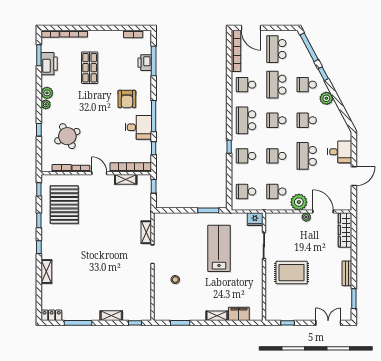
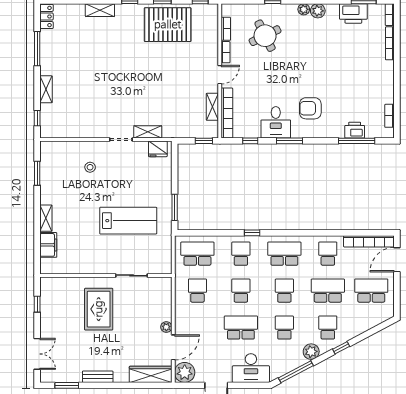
window: (309, 47) -> (296, 372), moved
shop shelf: (90, 68) -> (348, 63), removed
window: (154, 116) -> (289, 141), width x0.69
desk: (340, 152) -> (251, 368), width x1.37
school desk: (246, 192) -> (197, 254), width x1.85
plant: (299, 202) -> (185, 372), moved
pallet: (64, 205) -> (168, 25), moved
fridge: (255, 219) -> (158, 149), moved, turned -90

